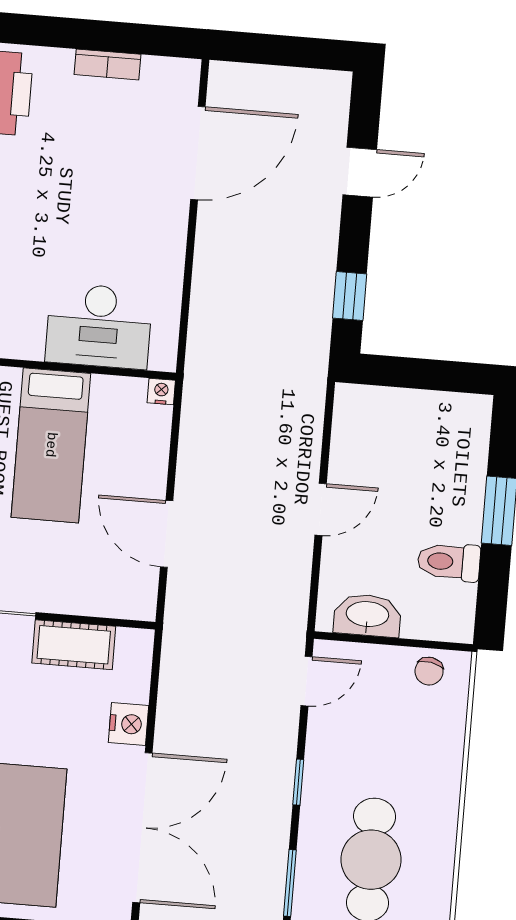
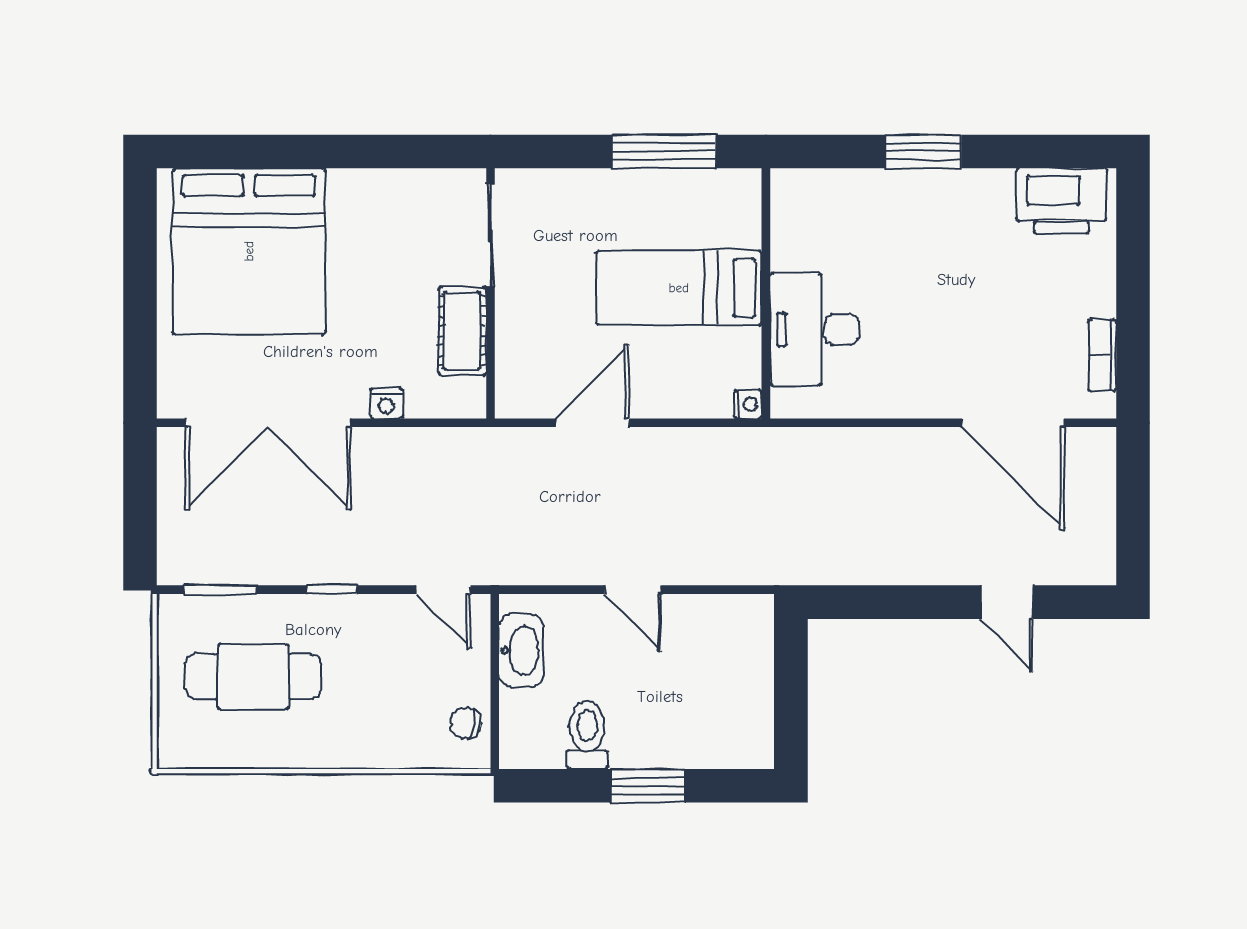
bookcase: (107, 64) -> (1102, 355), moved
window: (350, 296) -> (870, 602), removed
nightstand: (129, 724) -> (386, 404), width x0.72, depth x0.74

